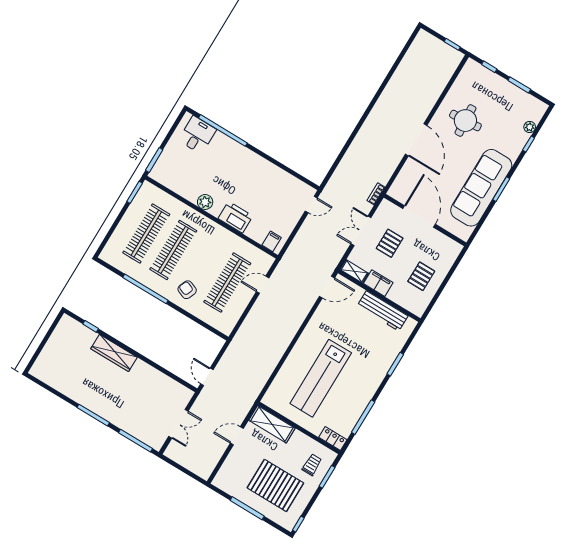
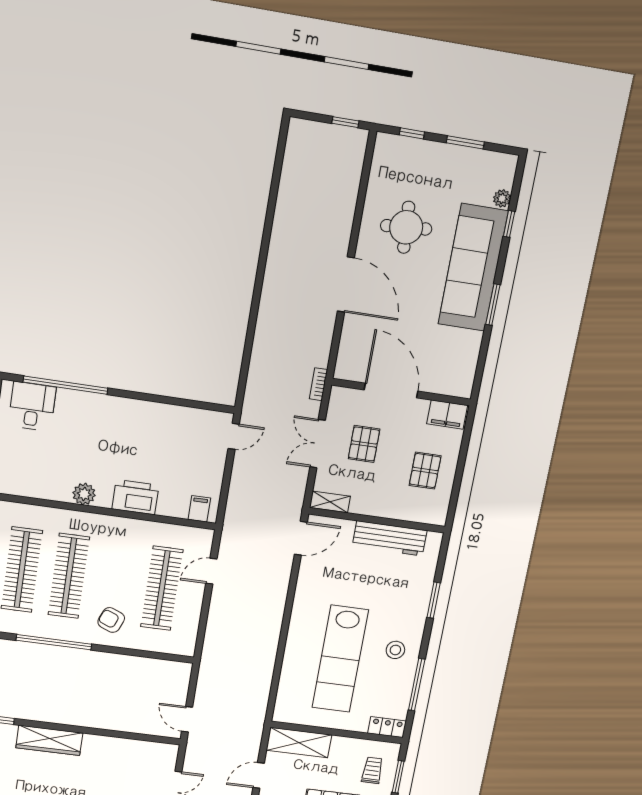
sofa: (481, 188) -> (473, 268), moved
filing cabinet: (378, 283) -> (447, 415), moved, turned 180
stool: (358, 387) -> (395, 650), added

